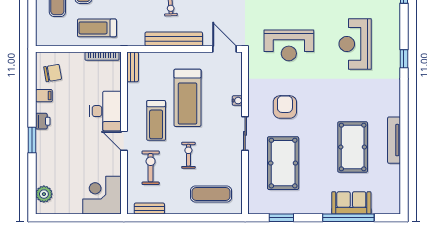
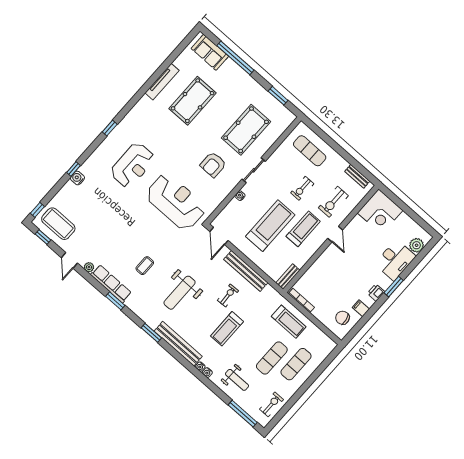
reception desk: (289, 45) -> (176, 202), width x1.36, depth x1.30
desk: (105, 111) -> (395, 260), moved, turned 180
sofa: (351, 203) -> (210, 52), moved

